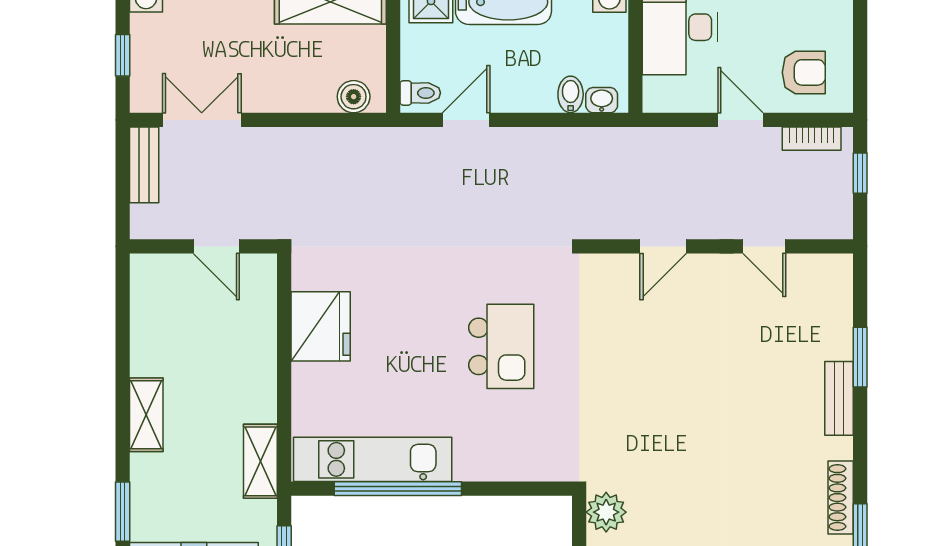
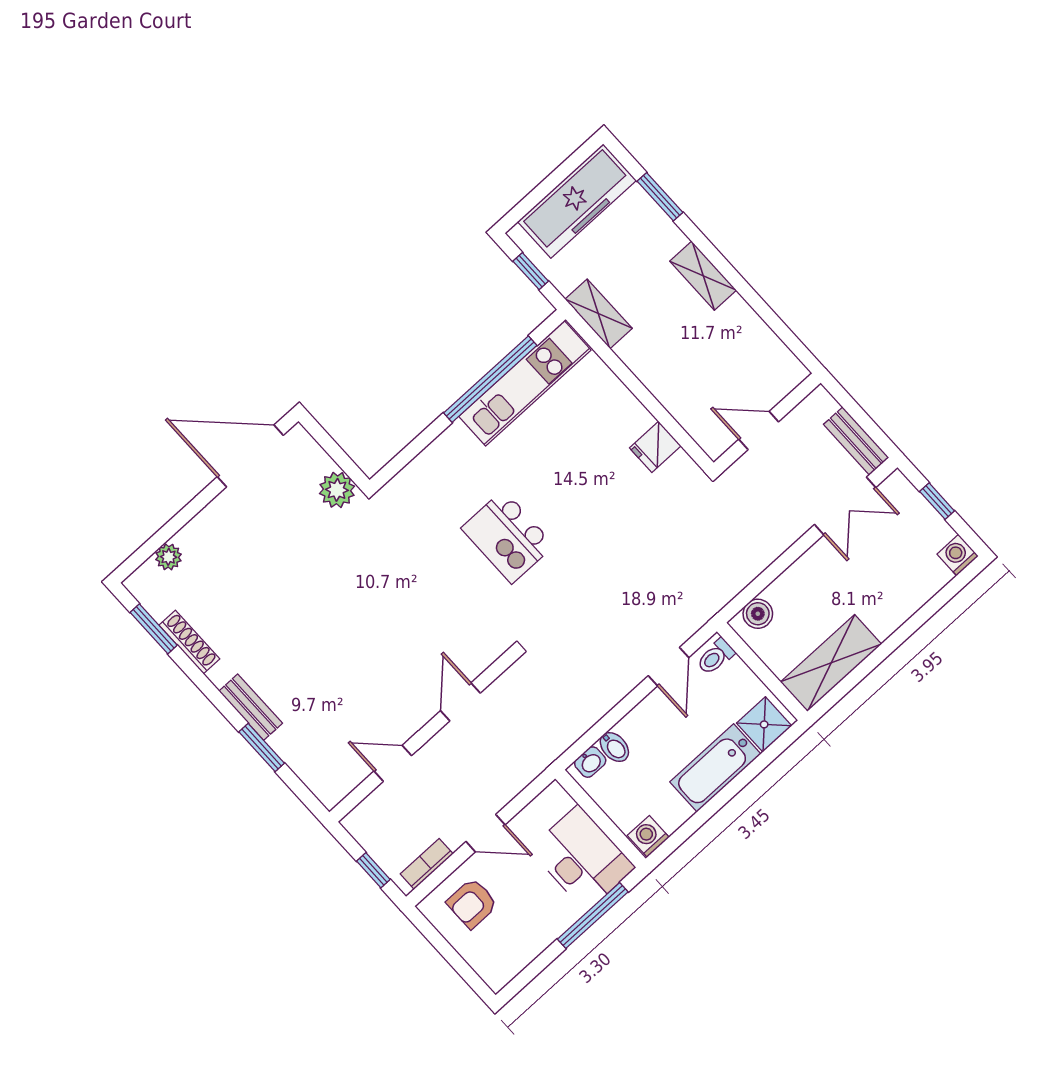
fridge: (321, 326) -> (655, 447), width x0.53, depth x0.75

